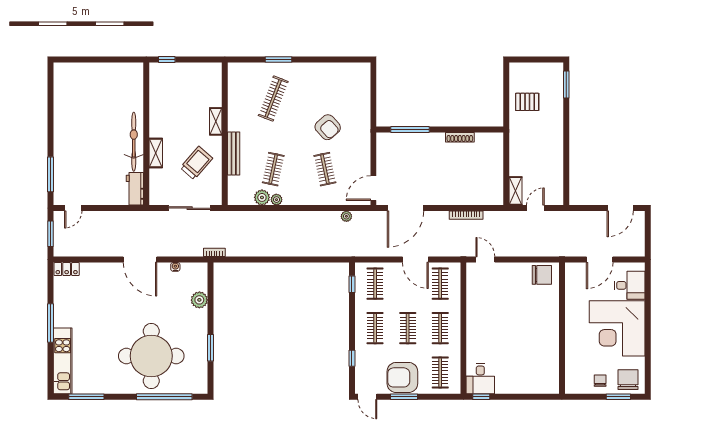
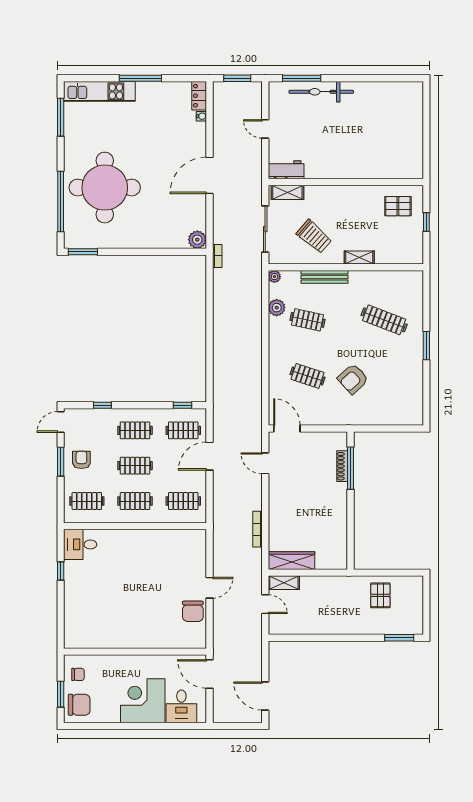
window: (167, 60) -> (426, 222), moved
window: (278, 60) -> (426, 346), moved
pallet: (168, 86) -> (398, 206), added
shoe rack: (460, 137) -> (342, 466), moved
bicycle: (134, 142) -> (321, 92), moved, turned 180
shelving: (156, 153) -> (287, 192), moved
clothes rail: (325, 169) -> (307, 376), turned 30
wardrobe: (495, 184) -> (291, 561), added
plant: (276, 200) -> (274, 277), moved
door: (73, 208) -> (265, 129), moved
door: (405, 208) -> (265, 463), width x0.53
plant: (346, 216) -> (256, 399), removed
door: (415, 260) -> (209, 456), moved
door: (485, 260) -> (209, 588), moved
water cooler: (175, 267) -> (201, 116), moved
plant: (199, 300) -> (197, 240), moved
wall: (562, 328) -> (135, 652), moved
corner desk: (617, 328) -> (143, 701), width x0.74, depth x0.74
window: (211, 348) -> (83, 252), moved
armchair: (402, 377) -> (81, 460), width x0.53, depth x0.53
window: (481, 397) -> (61, 571), moved

